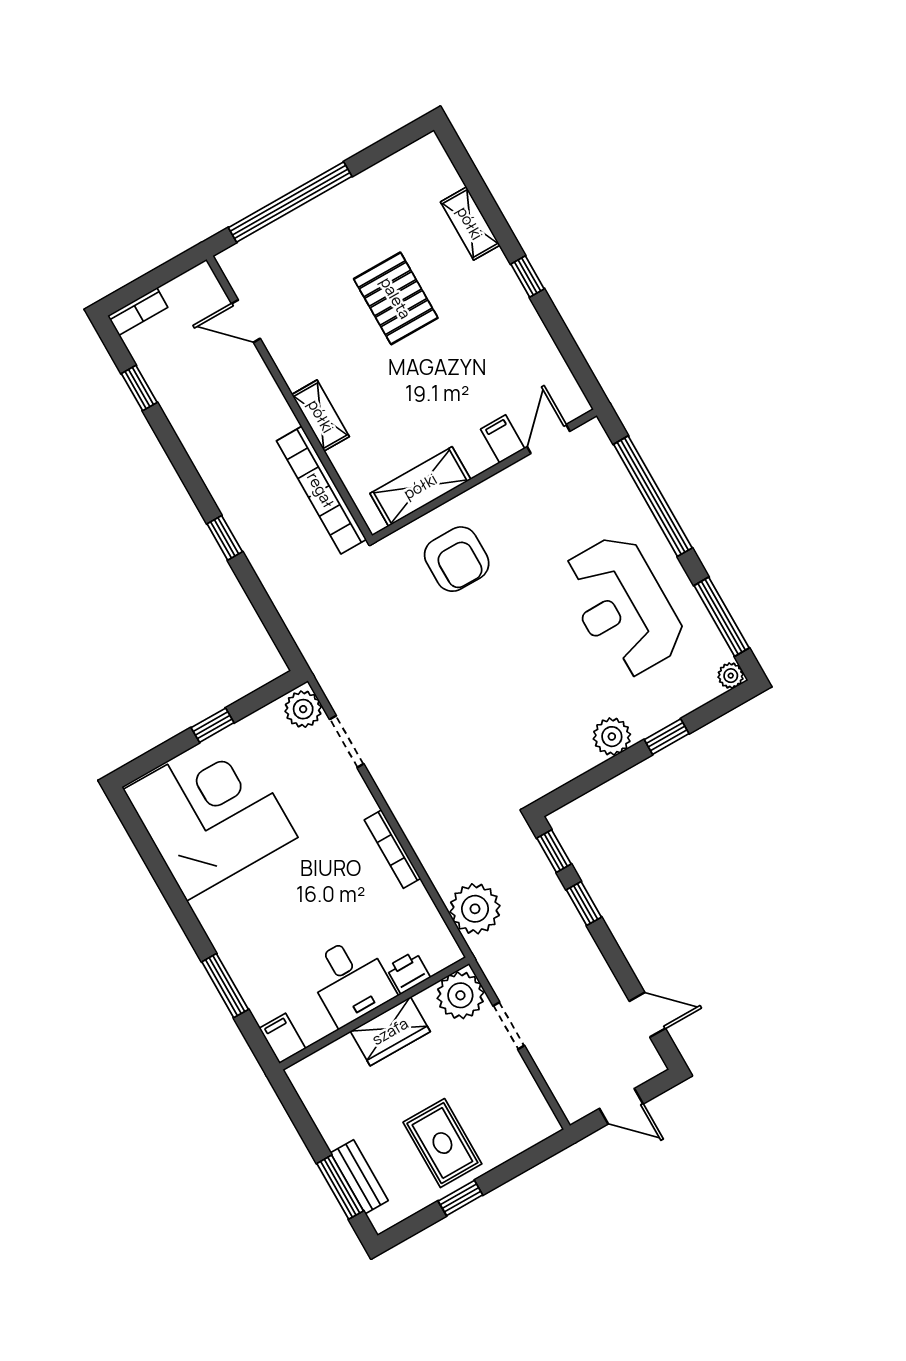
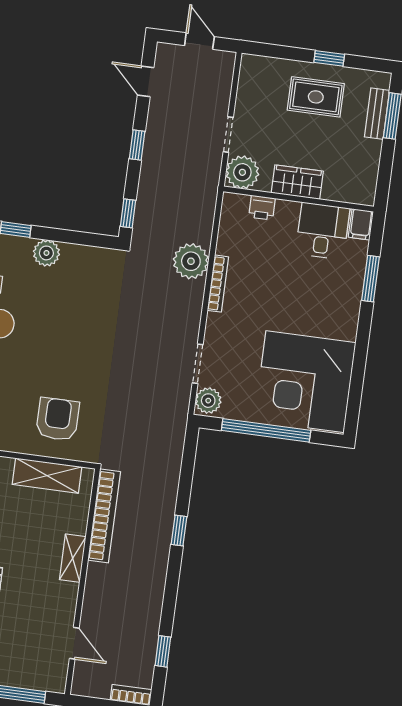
window: (213, 725) -> (266, 430), width x3.17
window: (584, 903) -> (137, 145), moved
plant: (475, 909) -> (191, 261), moved
desk: (350, 981) -> (323, 231), moved
rug: (442, 1143) -> (316, 97), turned 90

